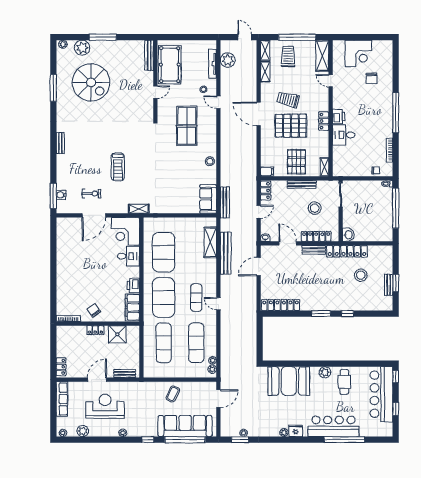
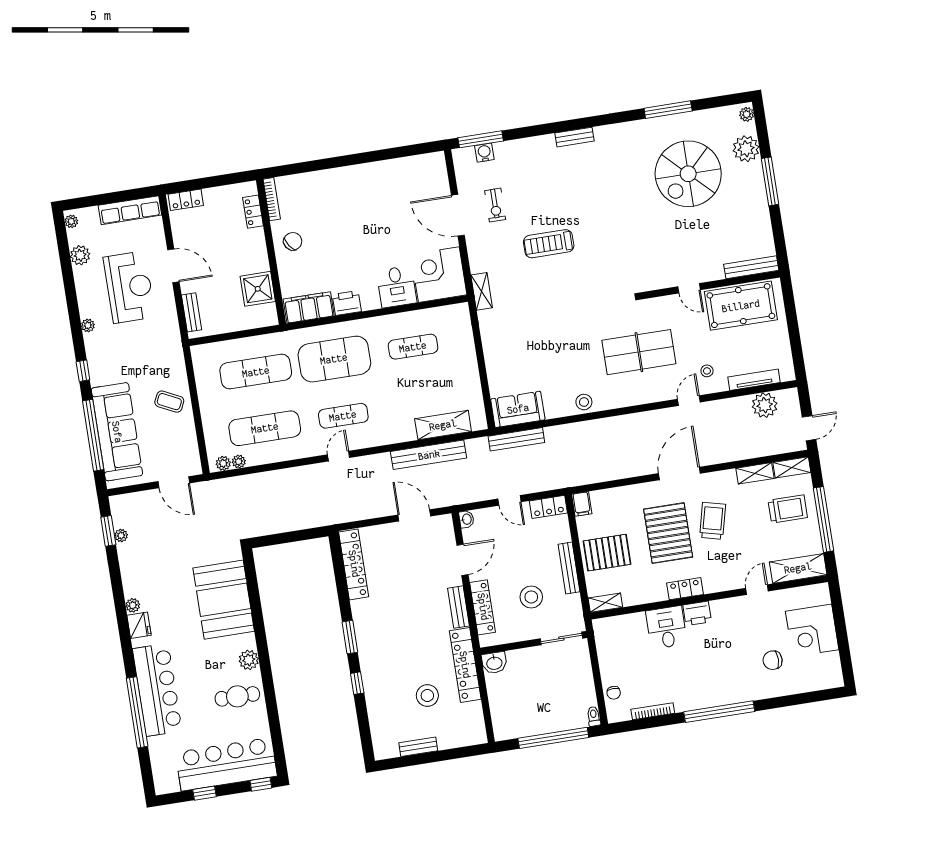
exercise mat: (164, 252) -> (413, 347), width x0.50, depth x0.69
window: (396, 283) -> (423, 758), removed
locker: (95, 330) -> (253, 212), moved

